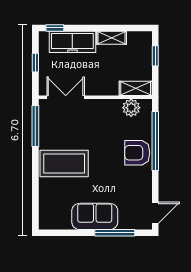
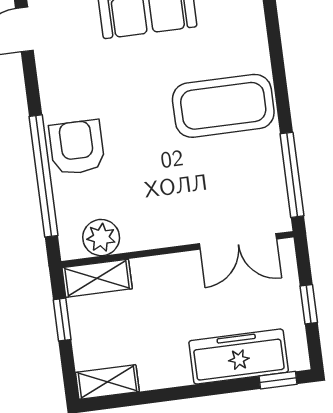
shelving: (112, 38) -> (107, 382), moved
window: (155, 56) -> (62, 320), moved
armchair: (137, 153) -> (77, 147), turned -90

